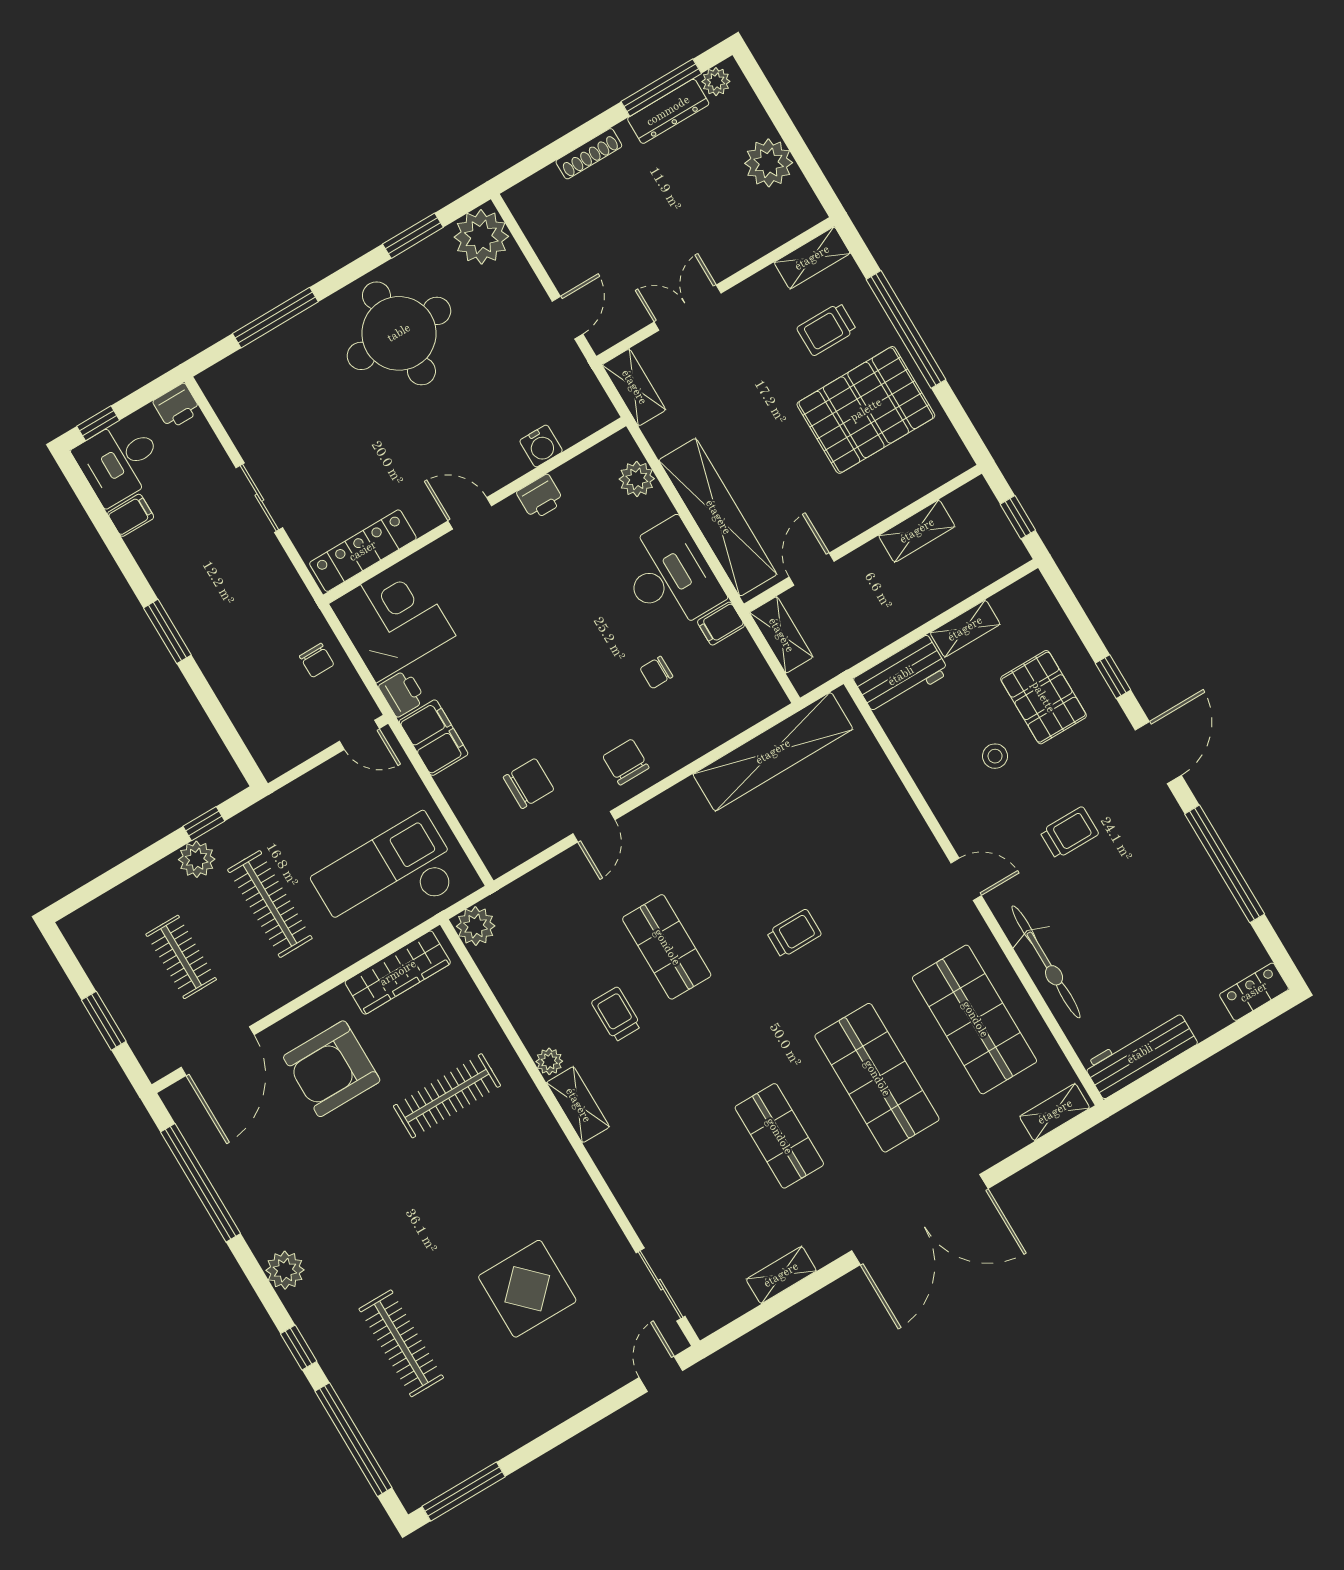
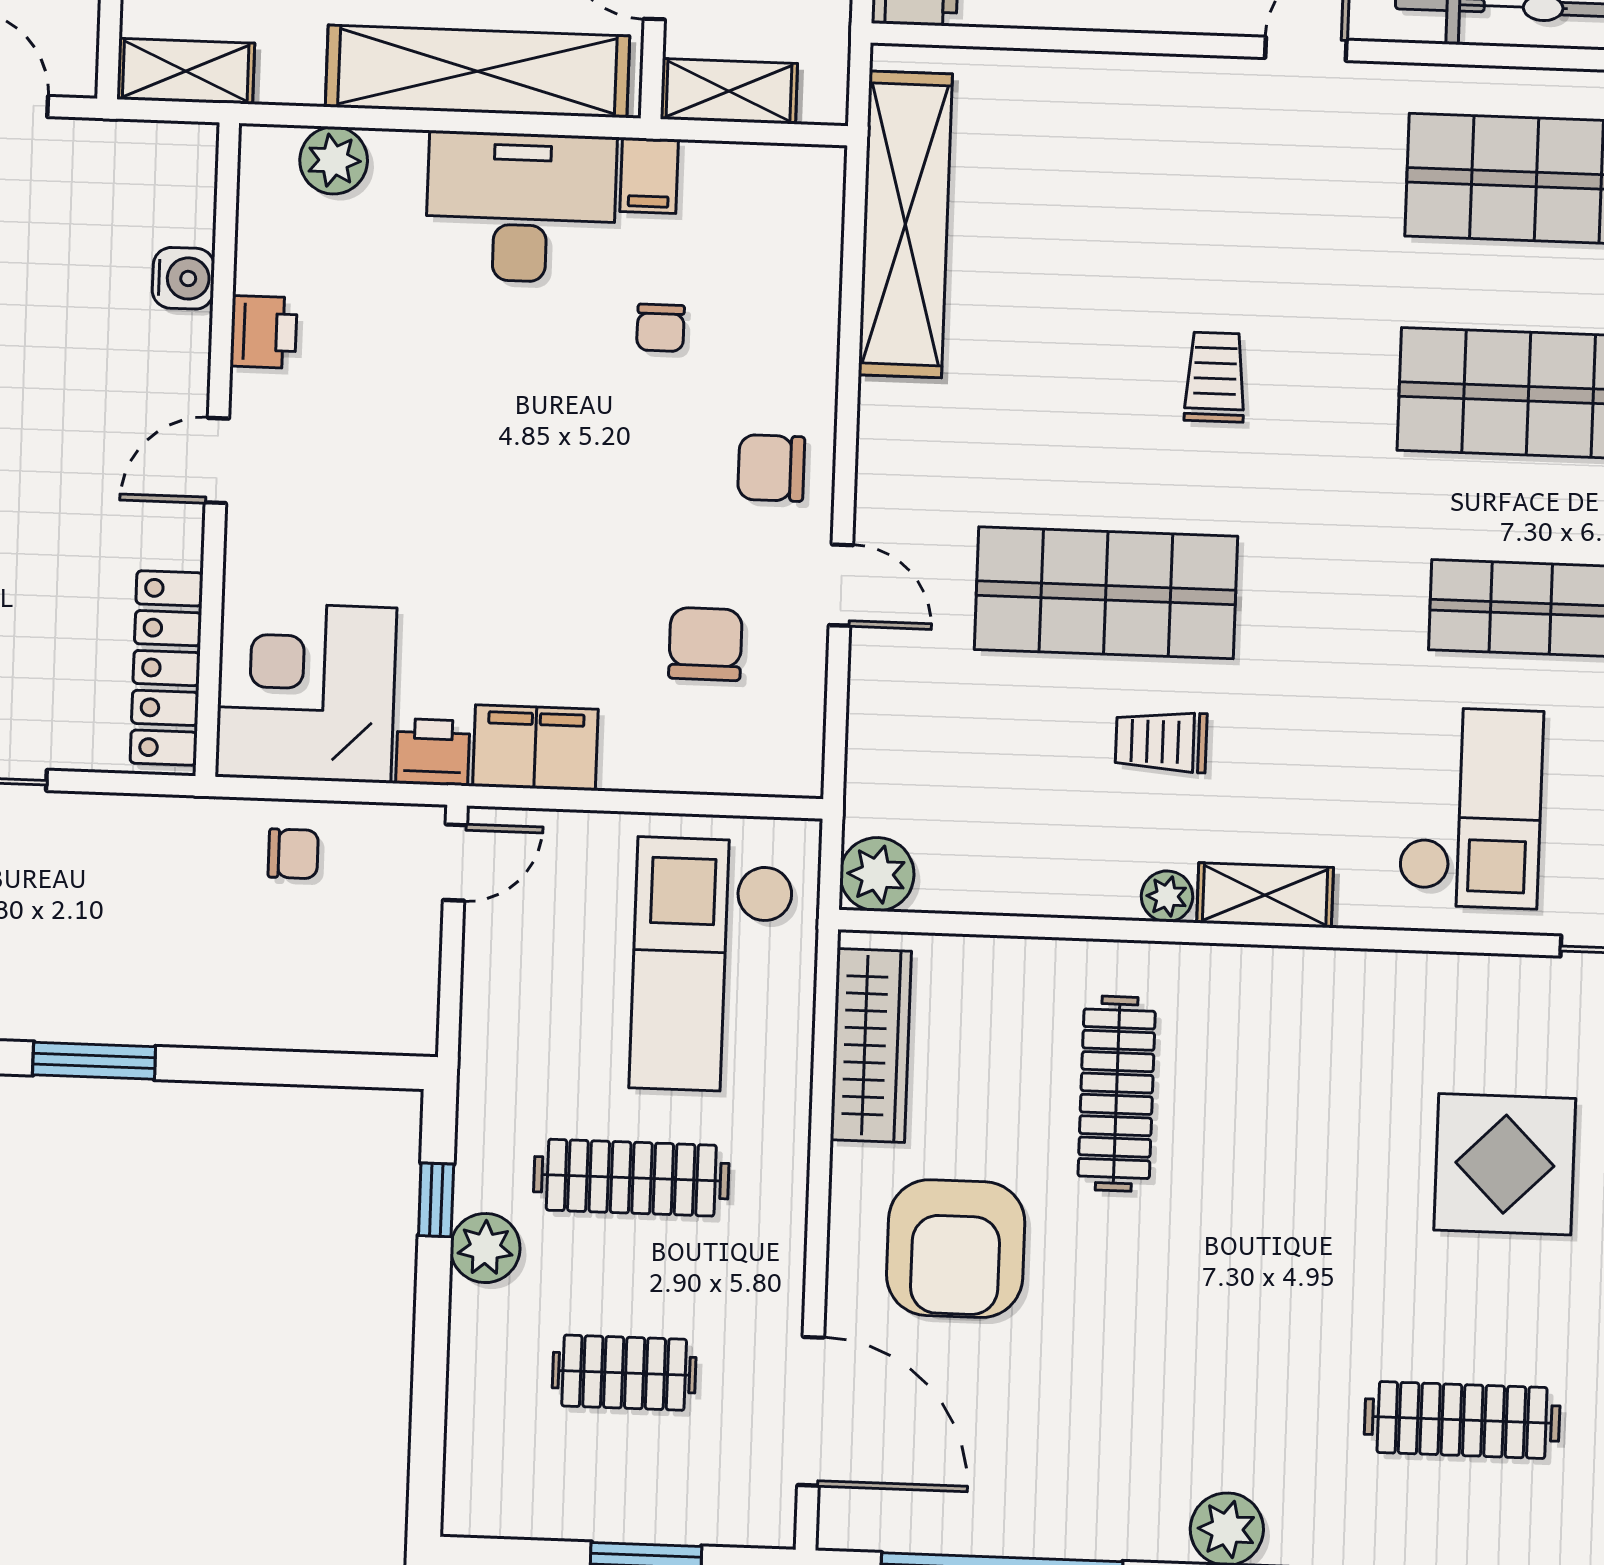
shop shelf: (667, 947) -> (1106, 593), width x1.43, depth x1.36
checkout: (676, 1171) -> (1471, 808), added

